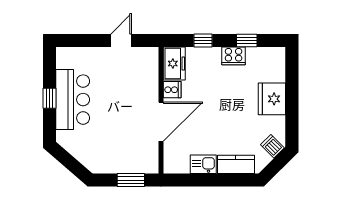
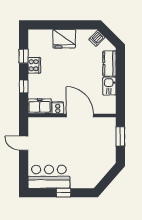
bar counter: (73, 100) -> (49, 177), moved

